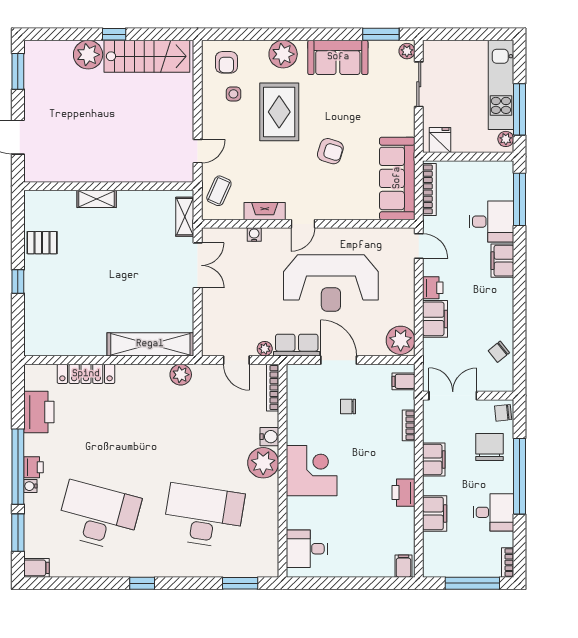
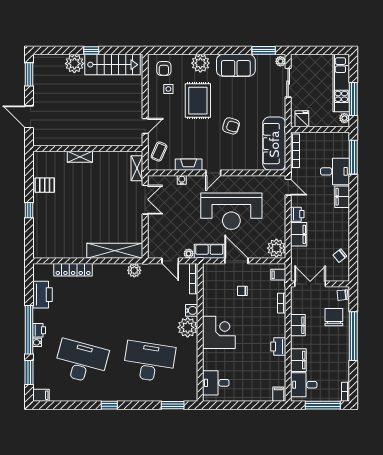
desk: (493, 512) -> (304, 385), moved, turned 180

